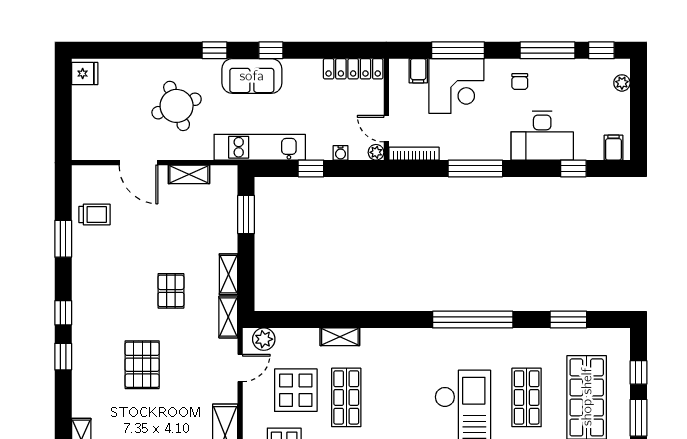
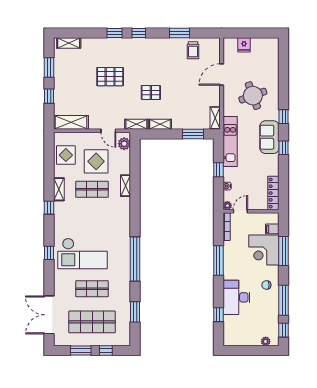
fridge: (85, 74) -> (244, 45), moved
filing cabinet: (613, 148) -> (230, 337), removed
shelving: (189, 174) -> (215, 118), moved

